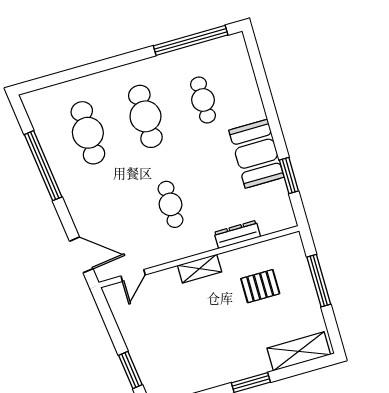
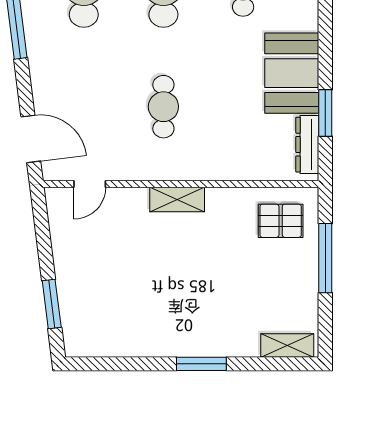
dresser: (237, 234) -> (307, 145), moved, turned -90
pallet: (260, 286) -> (281, 221), moved
shelving: (299, 351) -> (287, 345), width x0.67, depth x0.75

